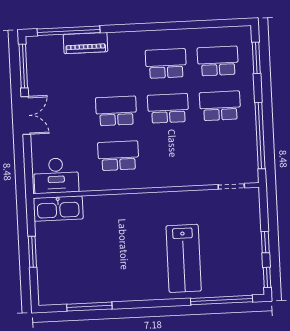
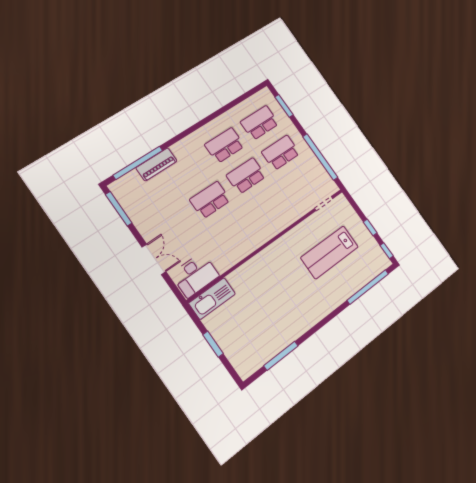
double door: (26, 116) -> (154, 259), moved
school desk: (118, 156) -> (232, 231), removed
lab bench: (184, 258) -> (330, 252), moved, turned 90

